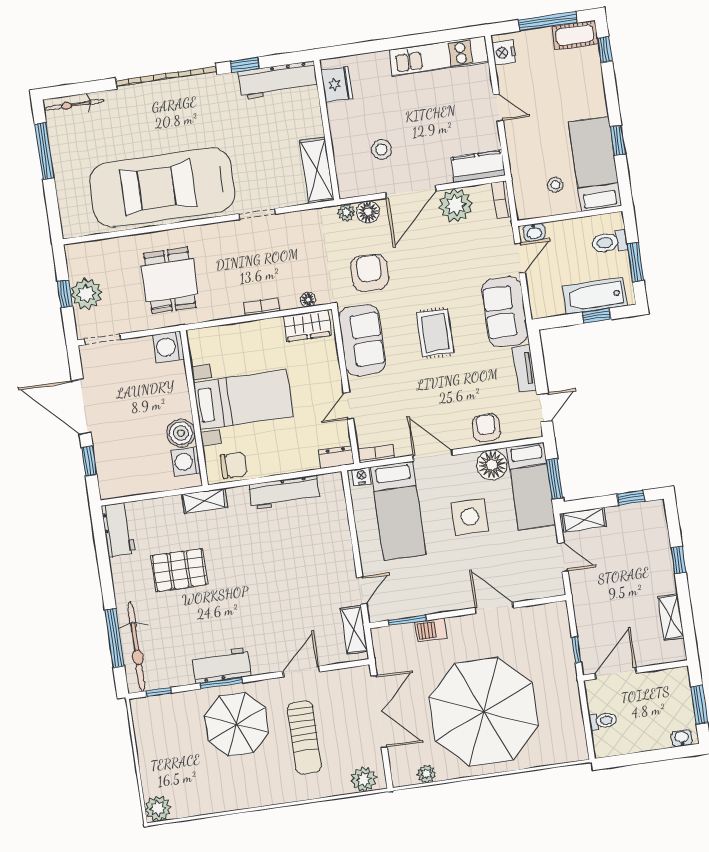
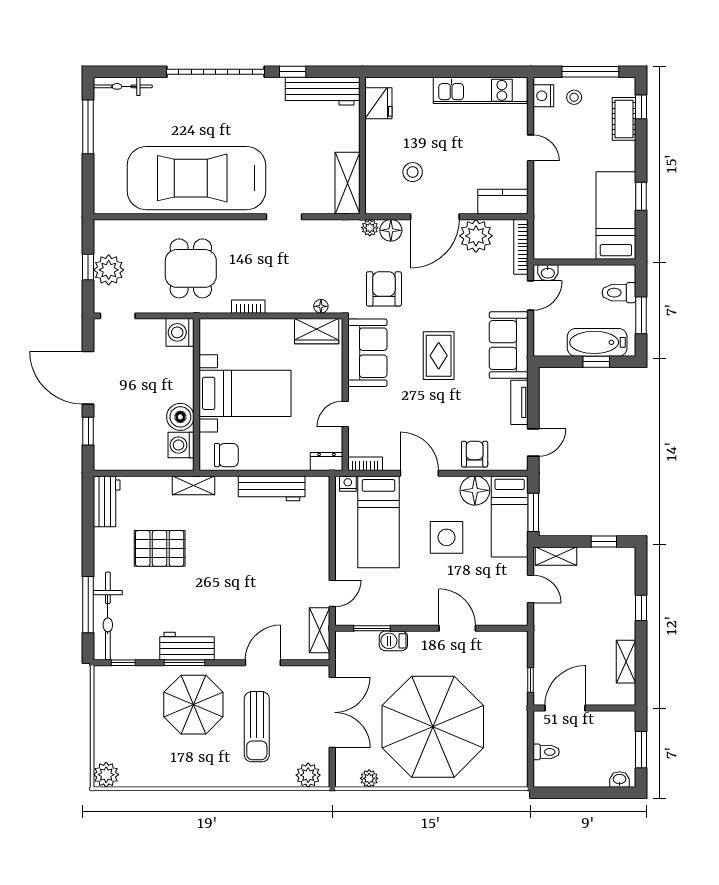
cot: (575, 35) -> (624, 119), moved, turned 90
stool: (555, 185) -> (574, 97), moved
bookcase: (501, 200) -> (521, 247), width x1.56
bookcase: (261, 307) -> (248, 307), moved

